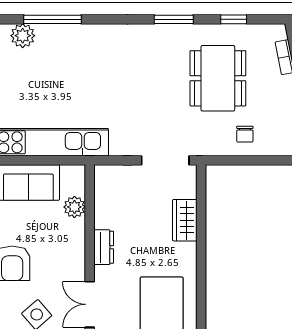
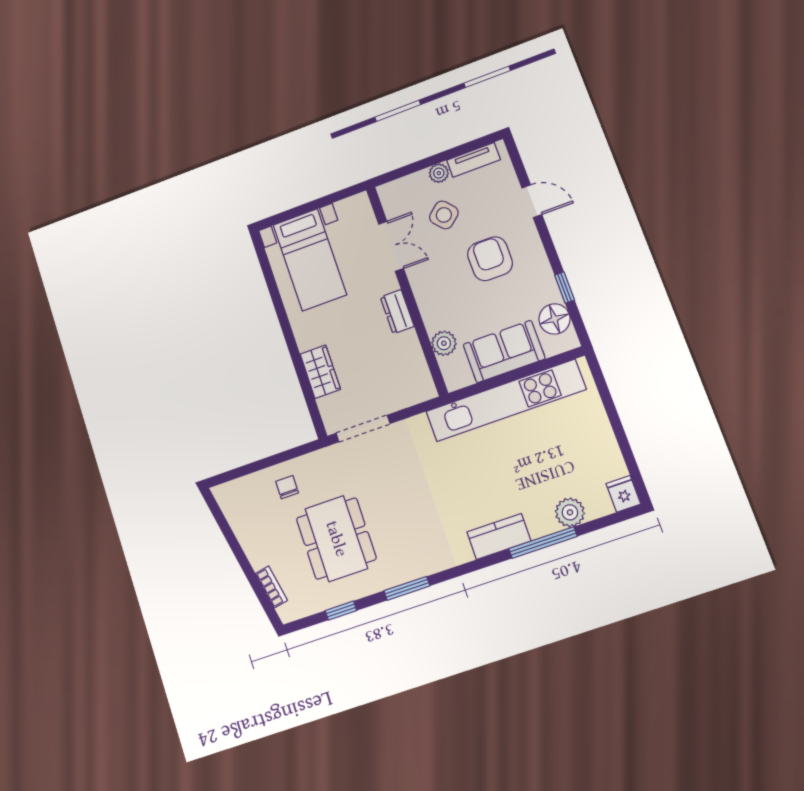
kitchen counter: (86, 36) -> (499, 537), added

